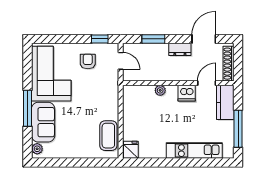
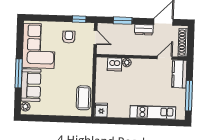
dishwasher: (187, 93) -> (115, 64), moved

